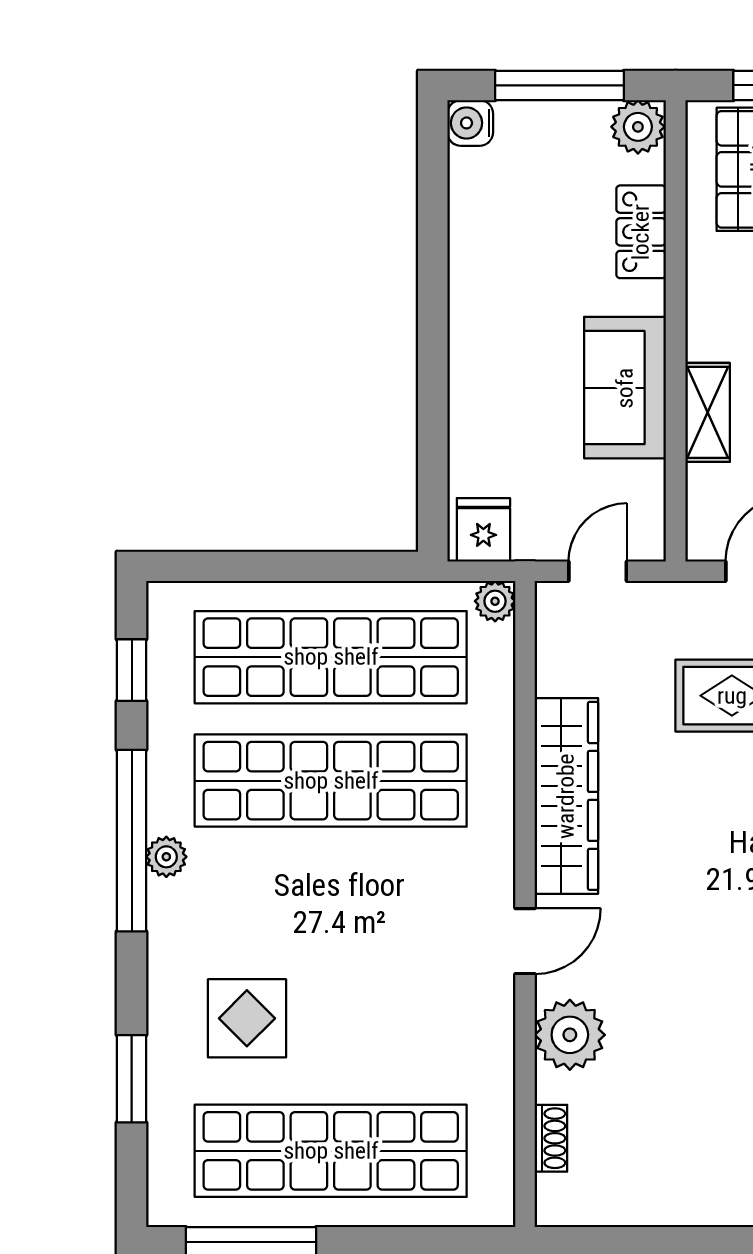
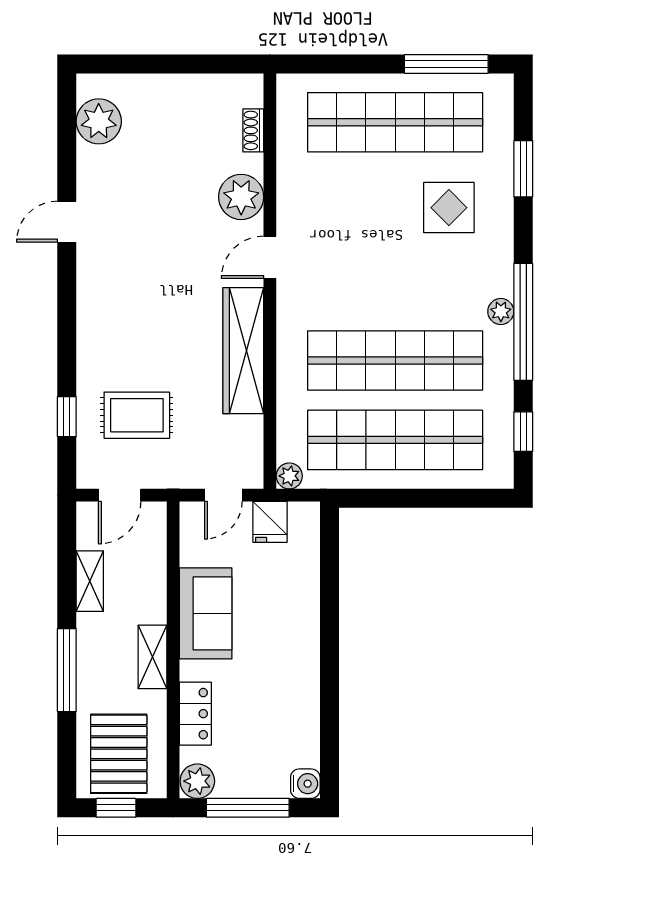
shelving: (708, 412) -> (153, 657), moved
fridge: (483, 530) -> (270, 522), moved

